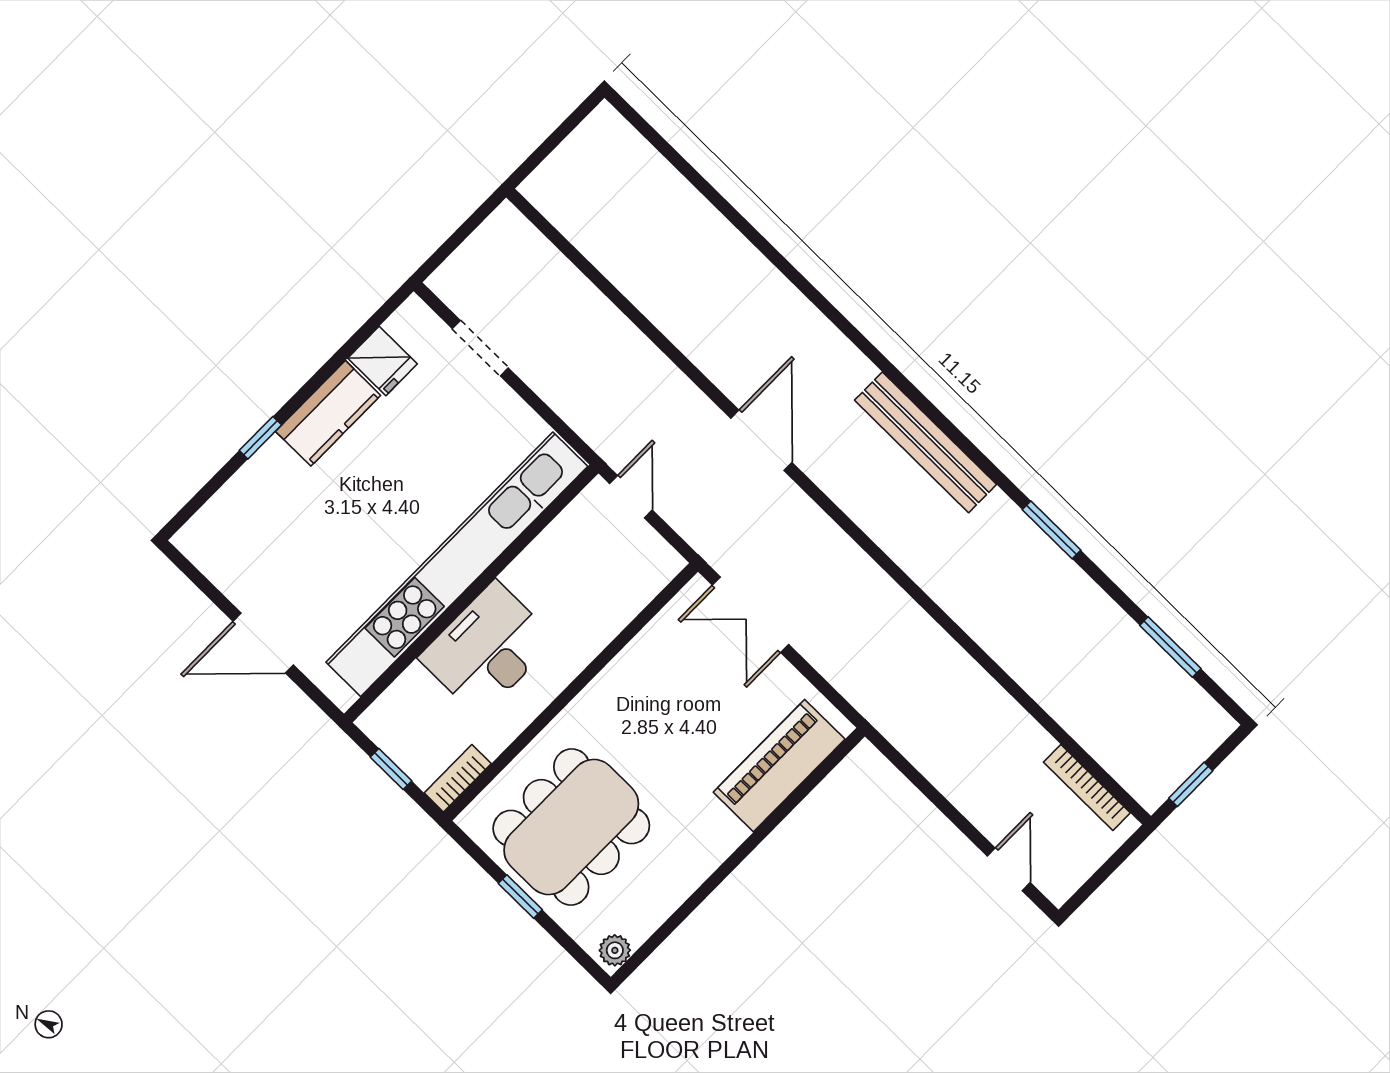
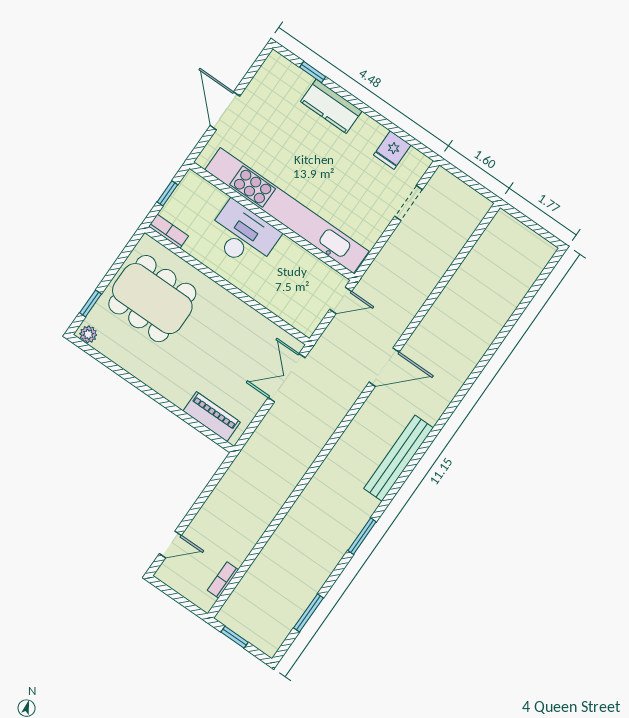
kitchen counter: (328, 413) -> (331, 106), moved
window: (260, 438) -> (313, 72), moved
piano: (779, 766) -> (212, 417), width x0.73, depth x0.75
bookcase: (1087, 787) -> (223, 580), width x0.64
window: (520, 897) -> (91, 303), moved

